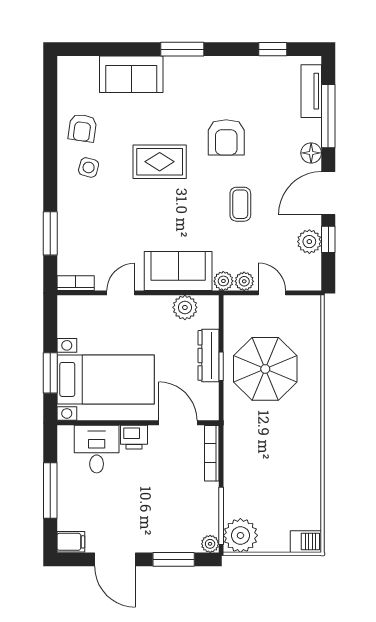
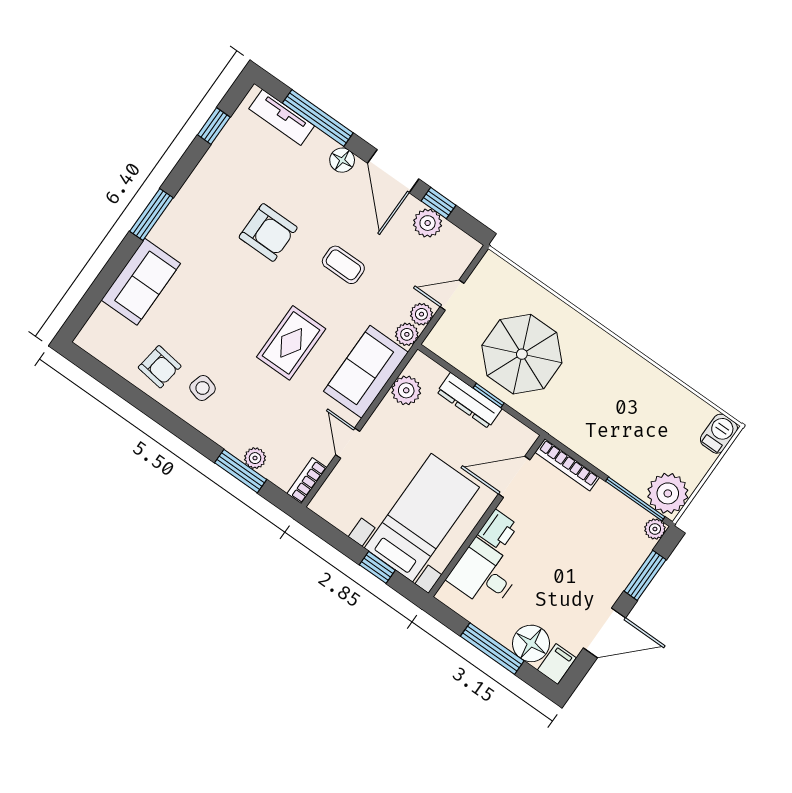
rug: (160, 162) -> (291, 343), moved
plant: (66, 237) -> (255, 458), added
window: (50, 373) -> (377, 567), width x0.67
floor lamp: (72, 514) -> (531, 643), added

